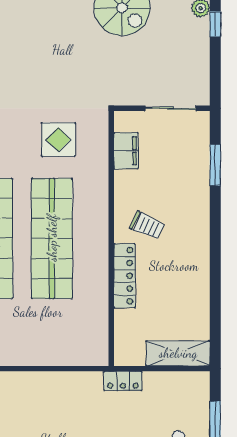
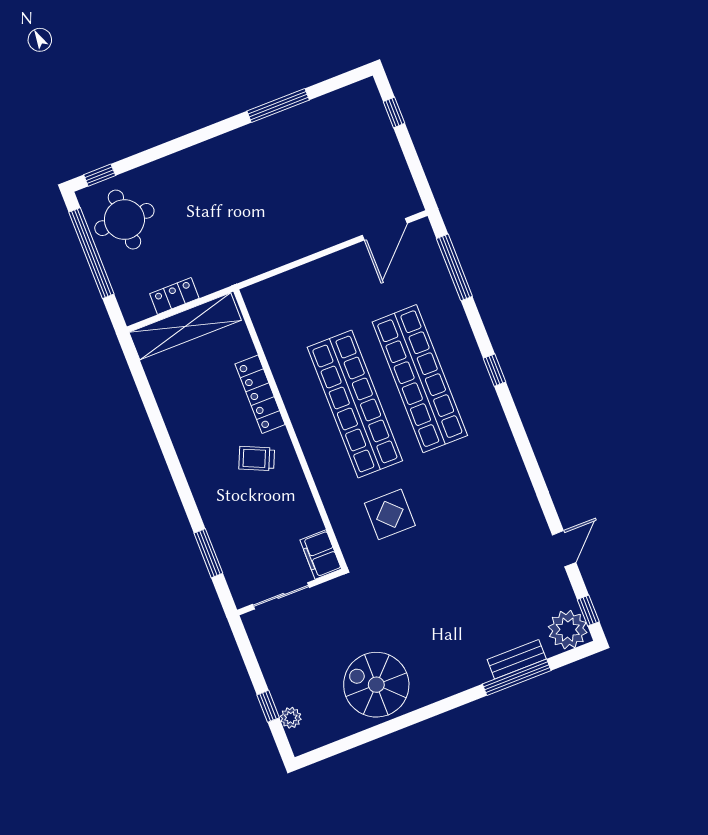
filing cabinet: (126, 151) -> (321, 554), moved
shelving: (178, 353) -> (185, 326), width x1.47
locker: (123, 381) -> (174, 296), moved

